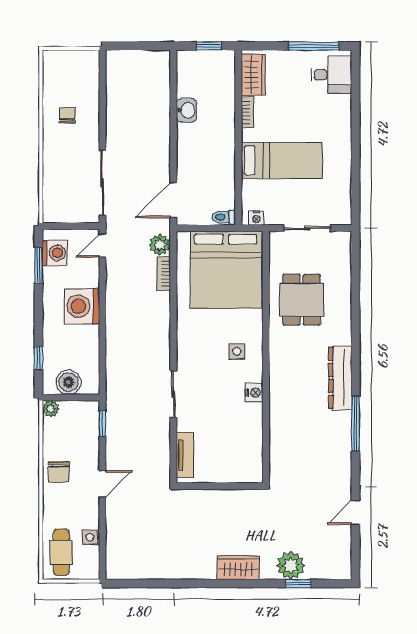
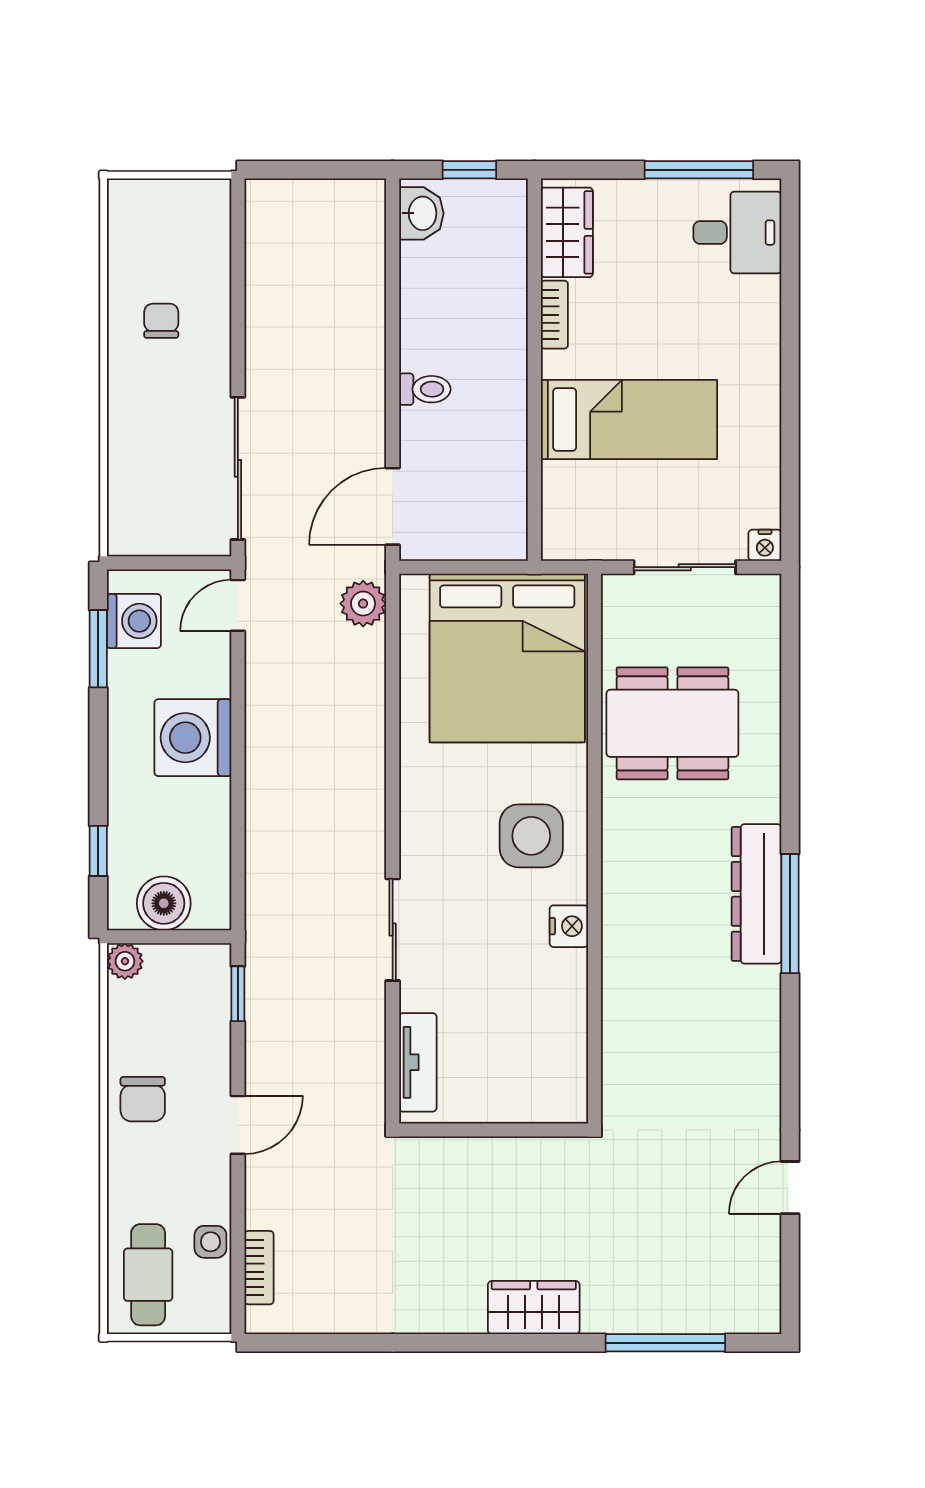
washbasin: (186, 110) -> (421, 213), moved
toilet: (224, 217) -> (425, 389), moved, turned 180
nightstand: (256, 218) -> (765, 545), moved
bookcase: (164, 274) -> (259, 1268), moved, turned 180
dining table: (302, 300) -> (672, 723), width x1.37
side table: (237, 351) -> (531, 836), width x1.87, depth x1.87
window: (355, 424) -> (790, 914), moved
plant: (291, 566) -> (649, 1303), removed
window: (298, 584) -> (665, 1343), width x2.17

